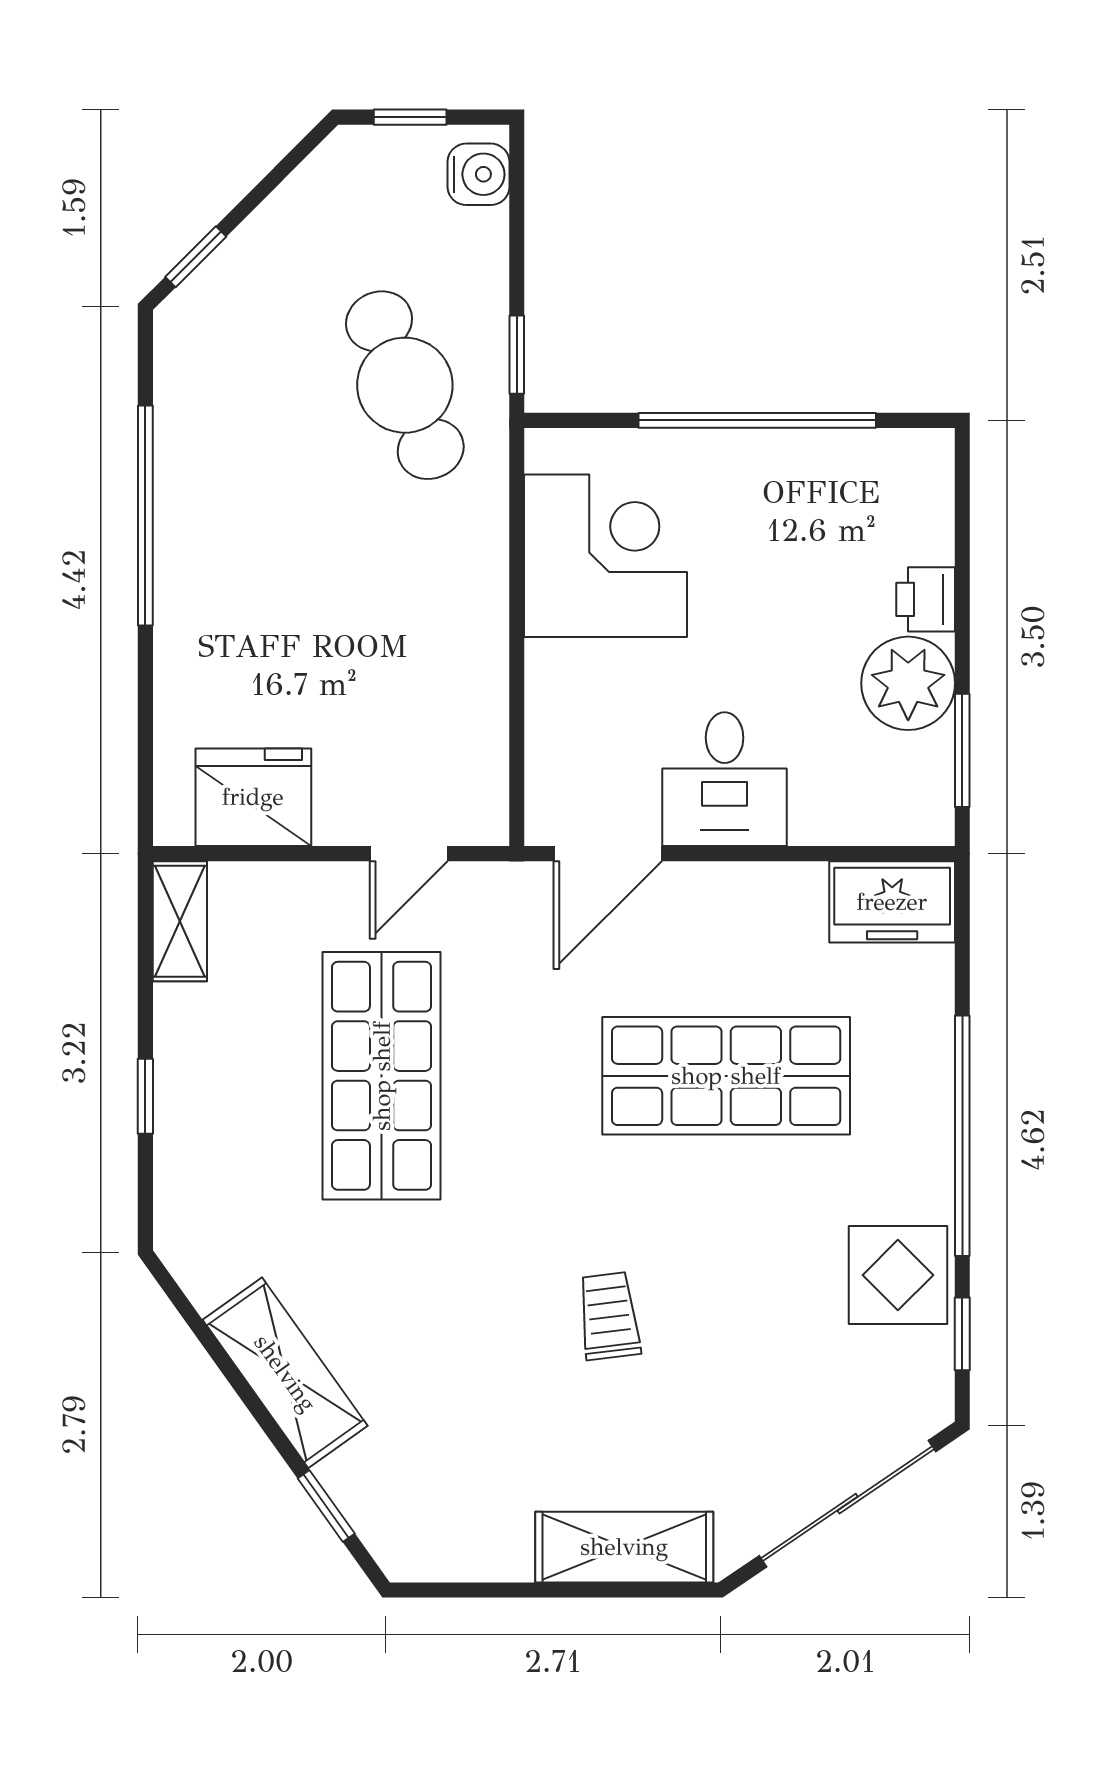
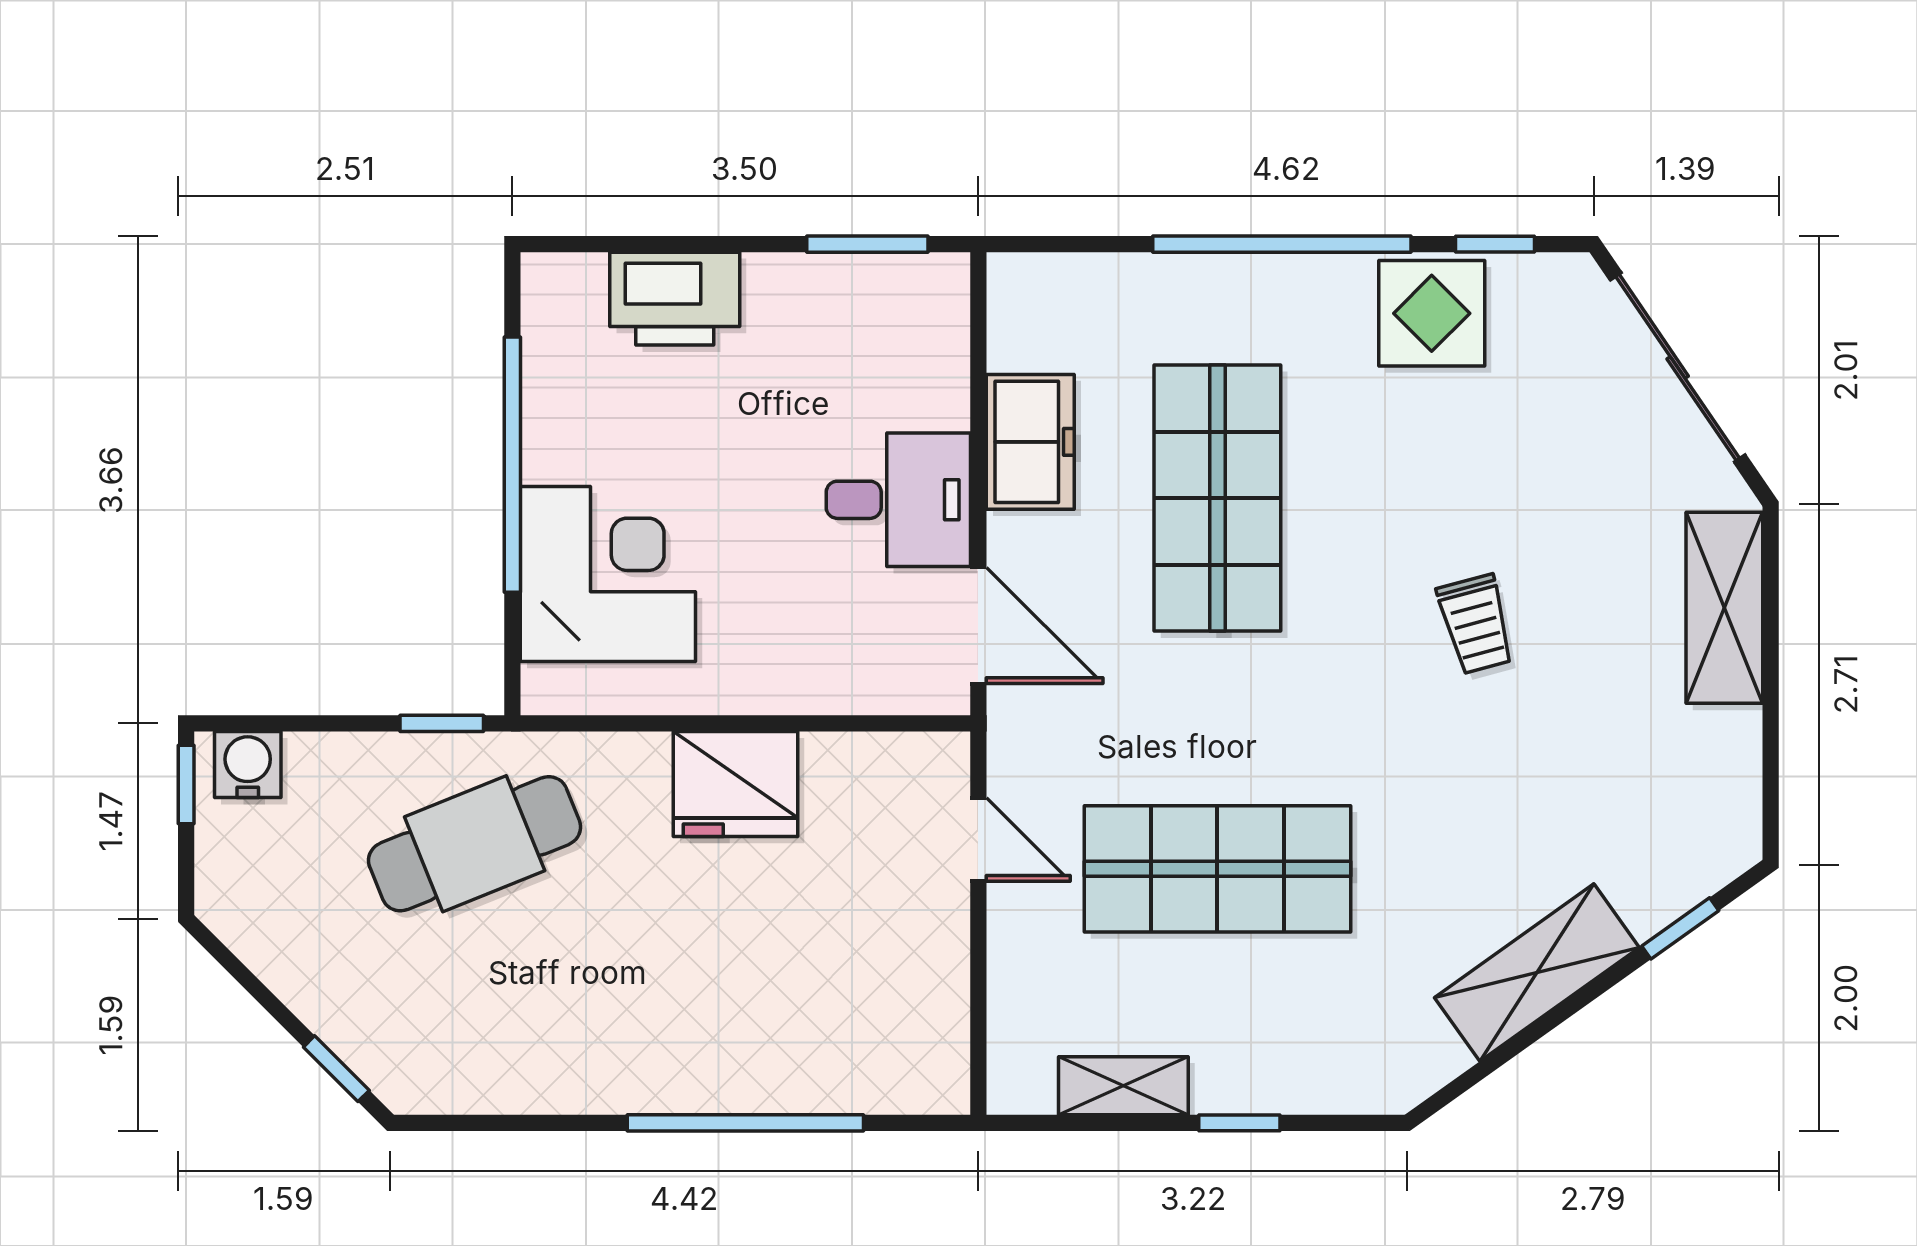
window: (410, 117) -> (186, 784), moved
window: (145, 515) -> (745, 1123), moved
corner desk: (606, 556) -> (608, 574), moved, turned 90
printer: (926, 599) -> (675, 299), width x1.87, depth x1.48
plant: (908, 683) -> (795, 302), removed
fridge: (253, 797) -> (735, 784), moved, turned -90
freezer: (892, 902) -> (1030, 442), moved
shelving: (180, 921) -> (1123, 1086), moved
trolley: (609, 1316) -> (1476, 624), turned -98

